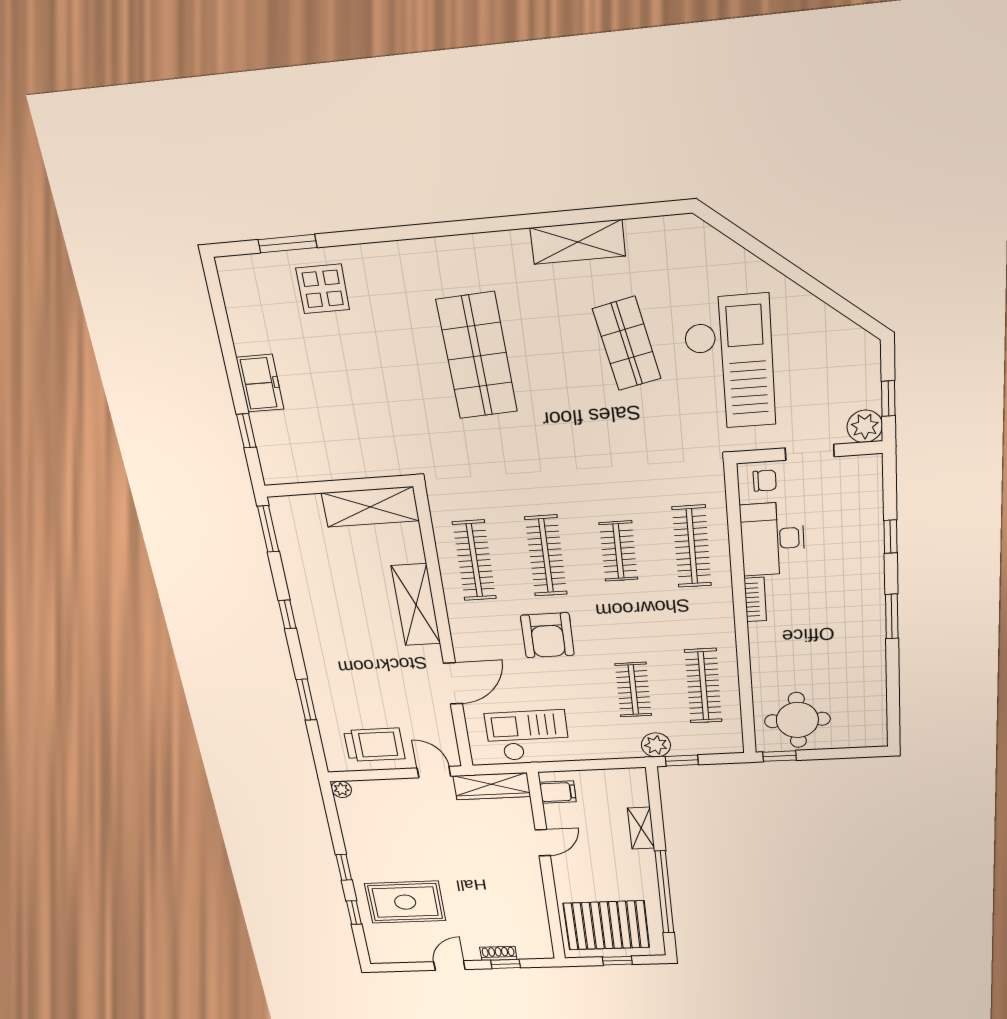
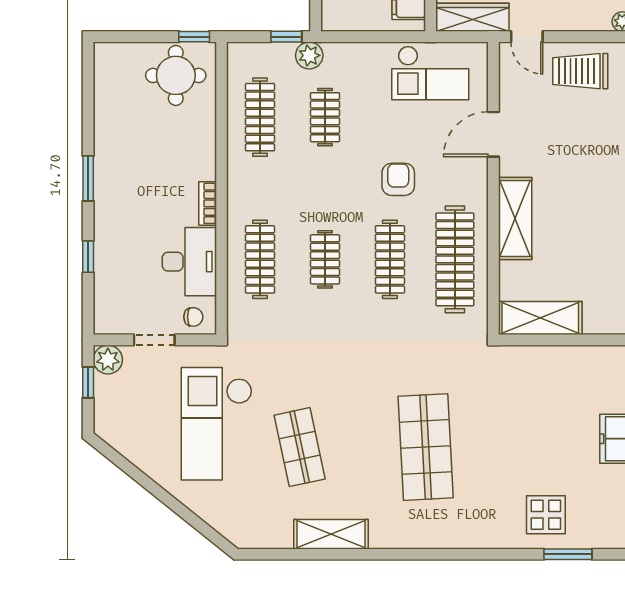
chair: (765, 481) -> (193, 317), turned 180
clothes rail: (474, 560) -> (455, 259), width x1.37, depth x1.31
armchair: (547, 635) -> (398, 179), width x0.72, depth x0.72

